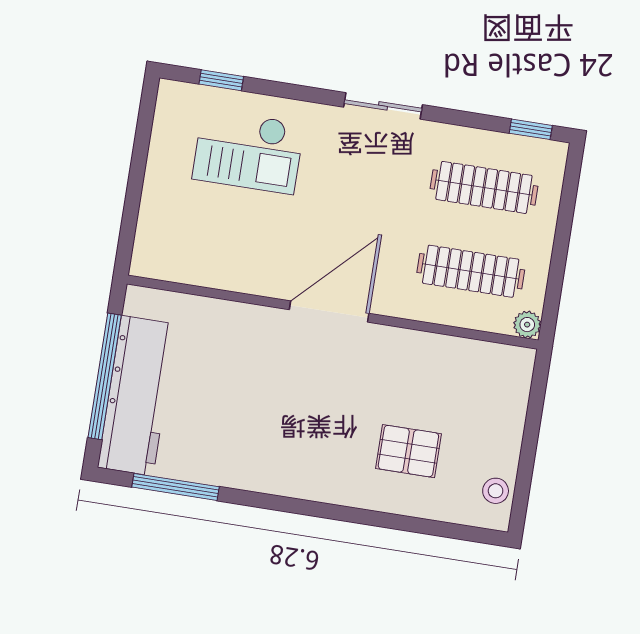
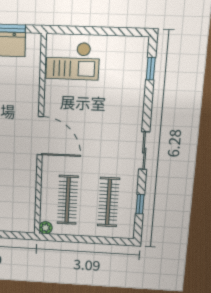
window: (531, 129) -> (140, 204), moved
checkout: (248, 151) -> (73, 61), moved, turned -90

